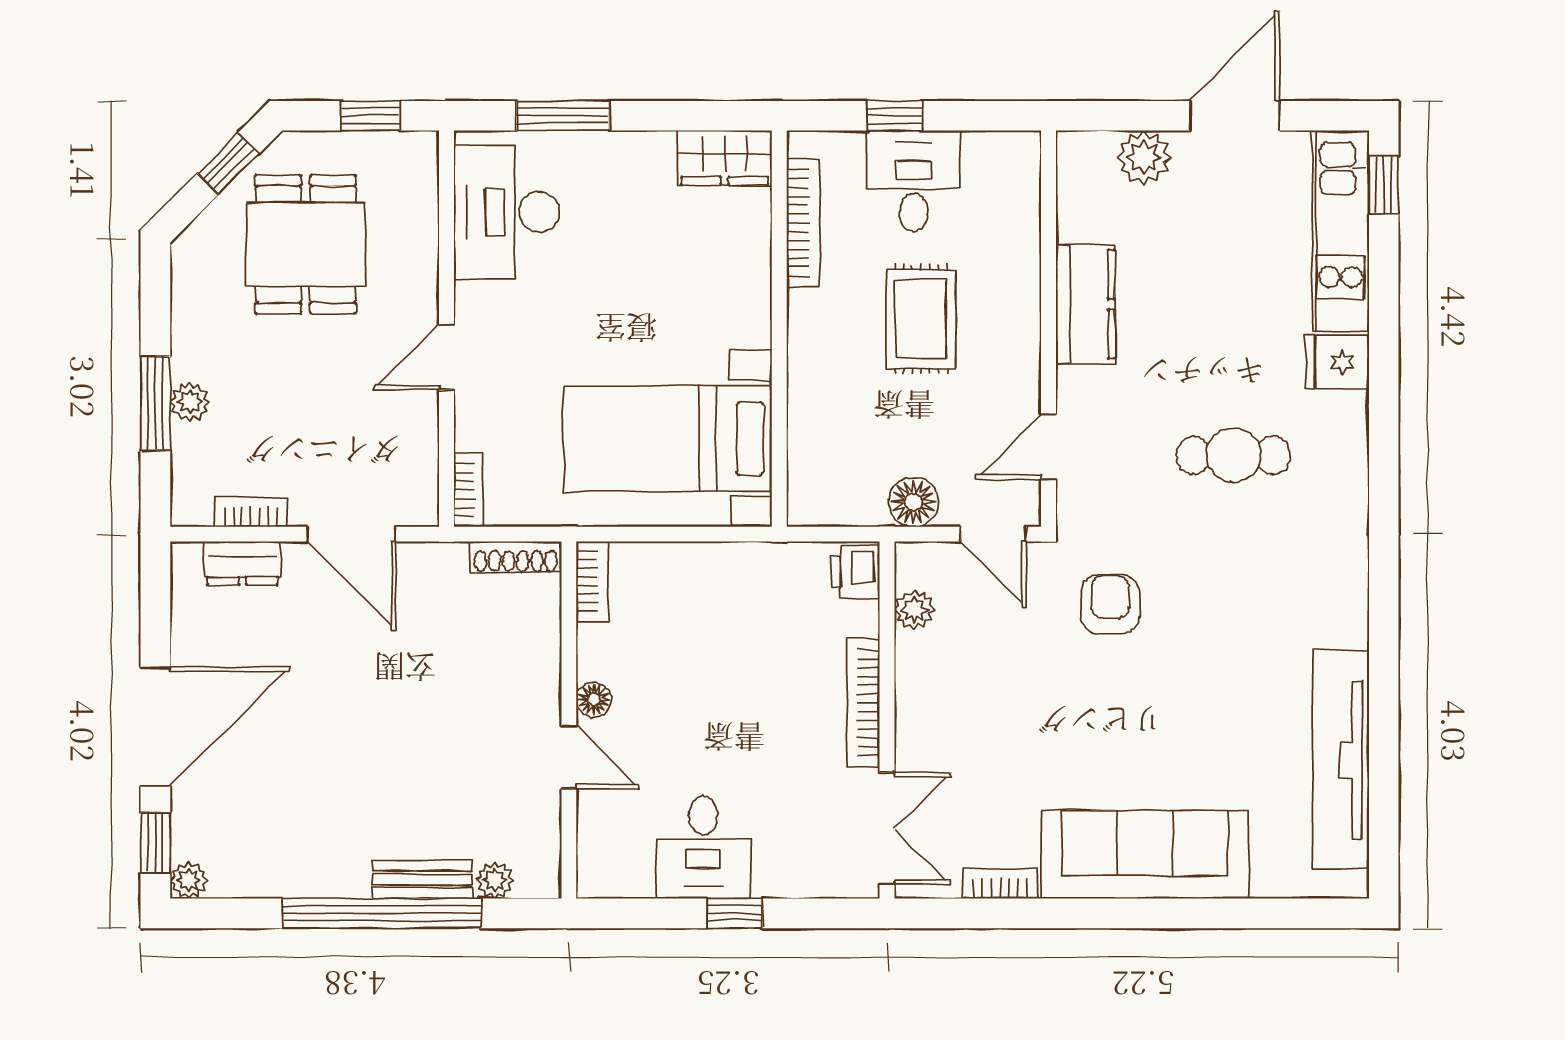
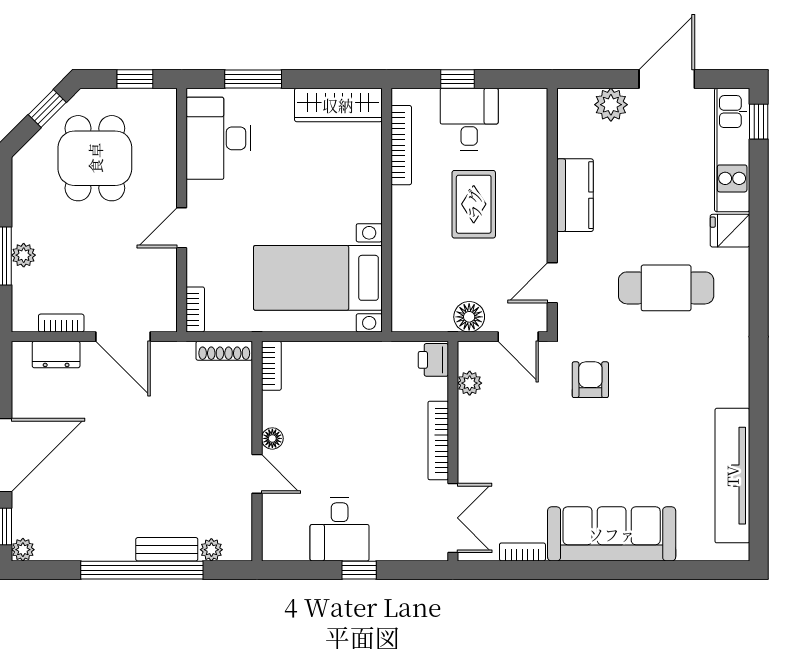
wardrobe: (725, 158) -> (338, 105), width x1.50
cafe table: (1233, 455) -> (666, 288), width x1.37, depth x1.35

